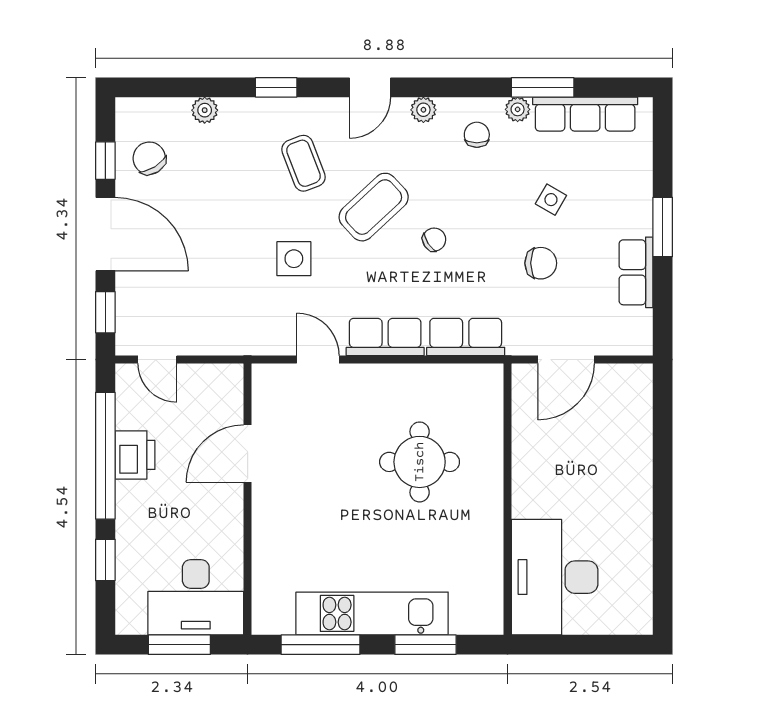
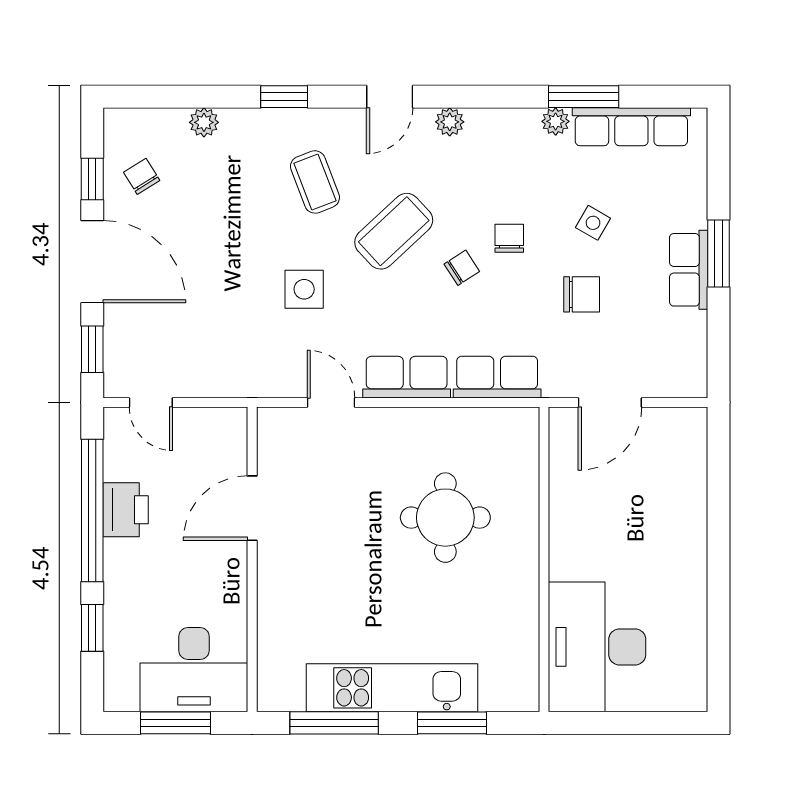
chair: (477, 135) -> (509, 238), moved
chair: (149, 158) -> (142, 176), width x0.73, depth x0.73
row of seats: (636, 272) -> (689, 270), moved

